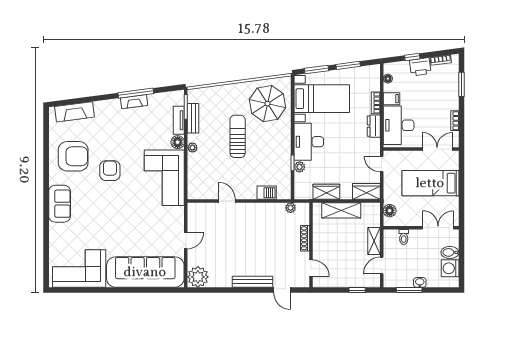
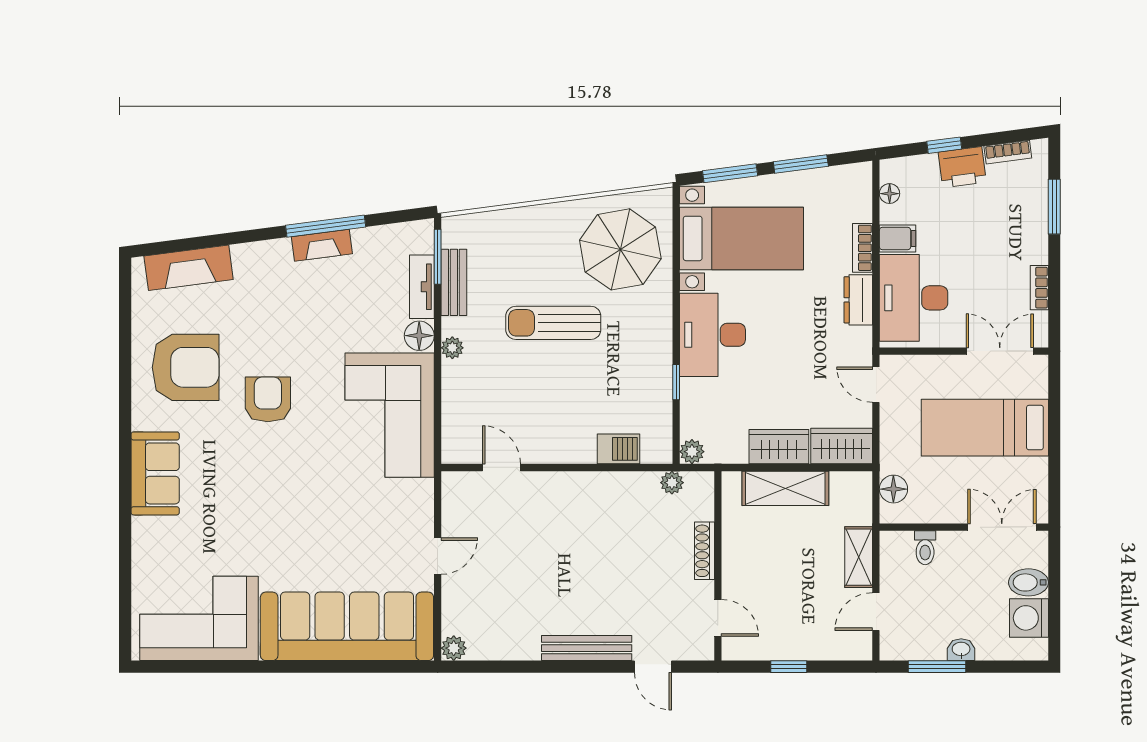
sun lounger: (238, 136) -> (553, 323), turned -90
plant: (300, 167) -> (692, 452), moved
wardrobe: (326, 192) -> (779, 447), moved
door: (227, 201) -> (501, 467), moved
plant: (198, 277) -> (454, 648), width x0.53, depth x0.53
window: (357, 290) -> (789, 667), moved

